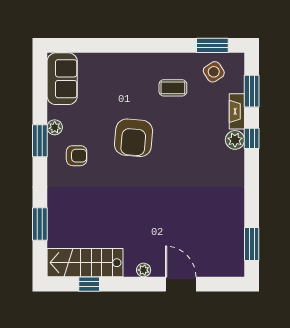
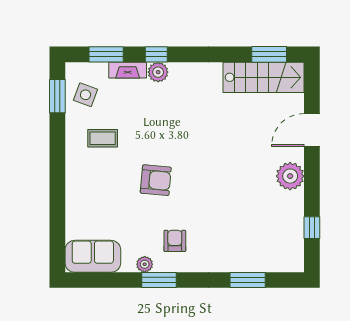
side table: (214, 72) -> (86, 95), turned -37
coffee table: (173, 88) -> (103, 138), turned 90
armchair: (134, 138) -> (156, 180), width x0.73, depth x0.73
stairs: (85, 263) -> (263, 77), moved, turned -90
plant: (144, 270) -> (290, 176), width x1.88, depth x1.88

